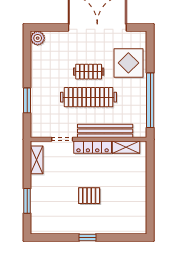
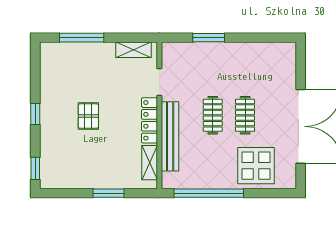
plant: (38, 38) -> (287, 51), removed
clothes rail: (89, 97) -> (213, 115), width x0.54, depth x0.76
window: (150, 180) -> (108, 193), added
window: (27, 201) -> (82, 38), width x1.44
window: (131, 238) -> (35, 168), added

